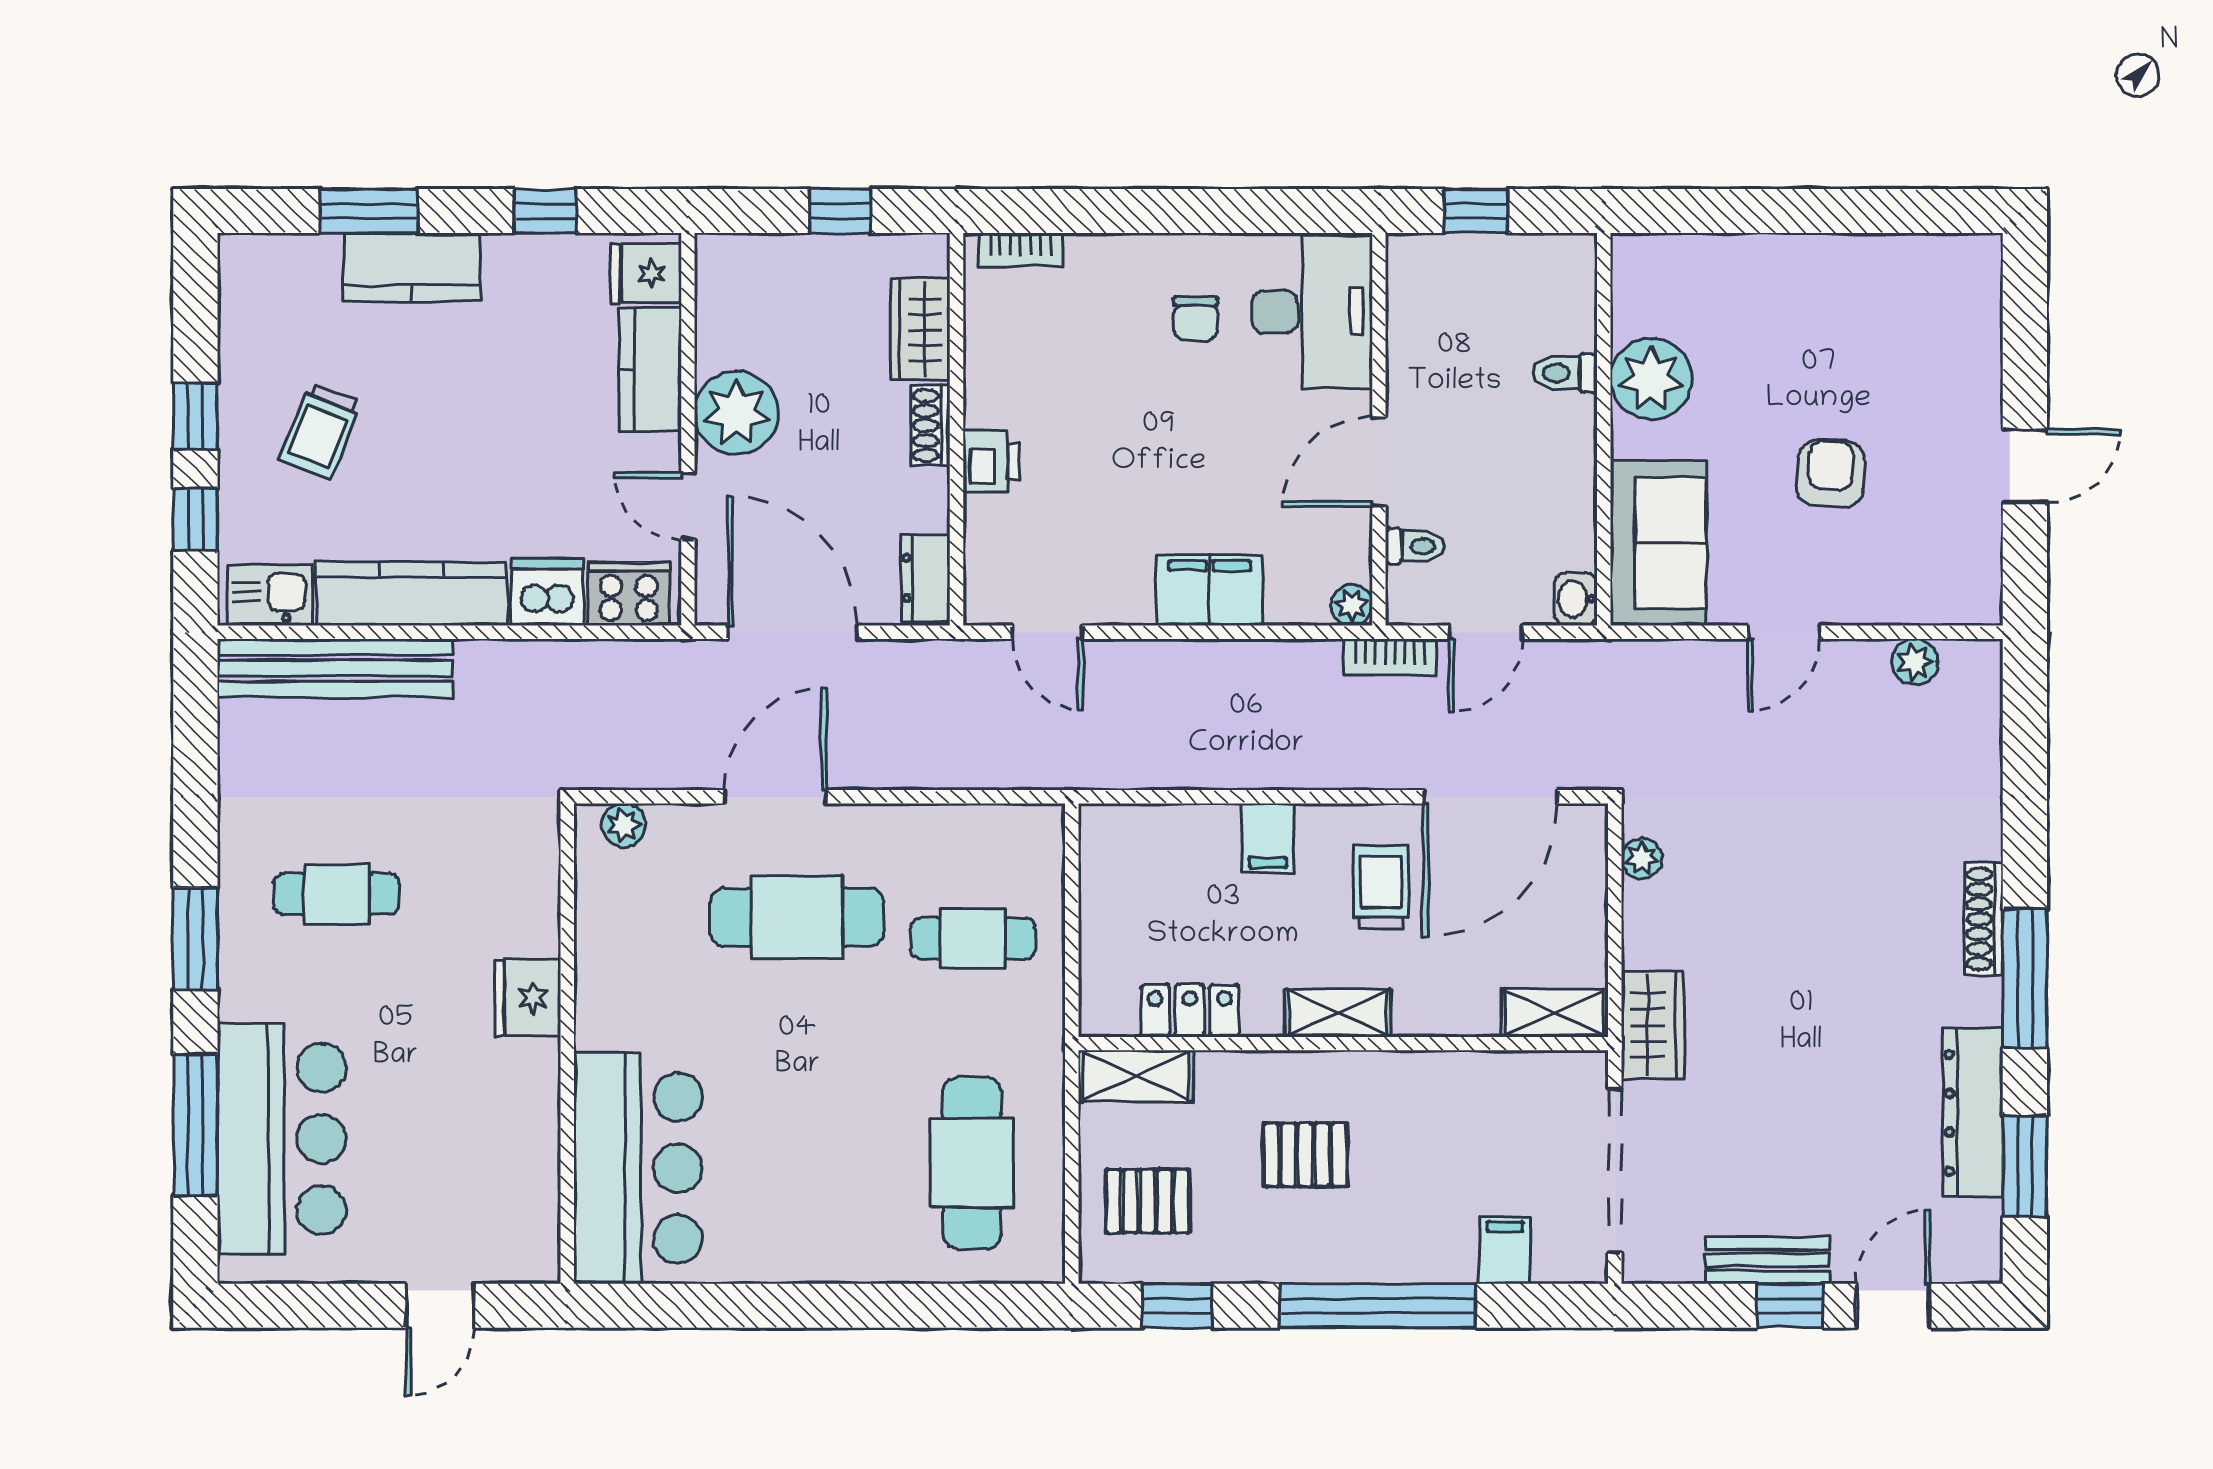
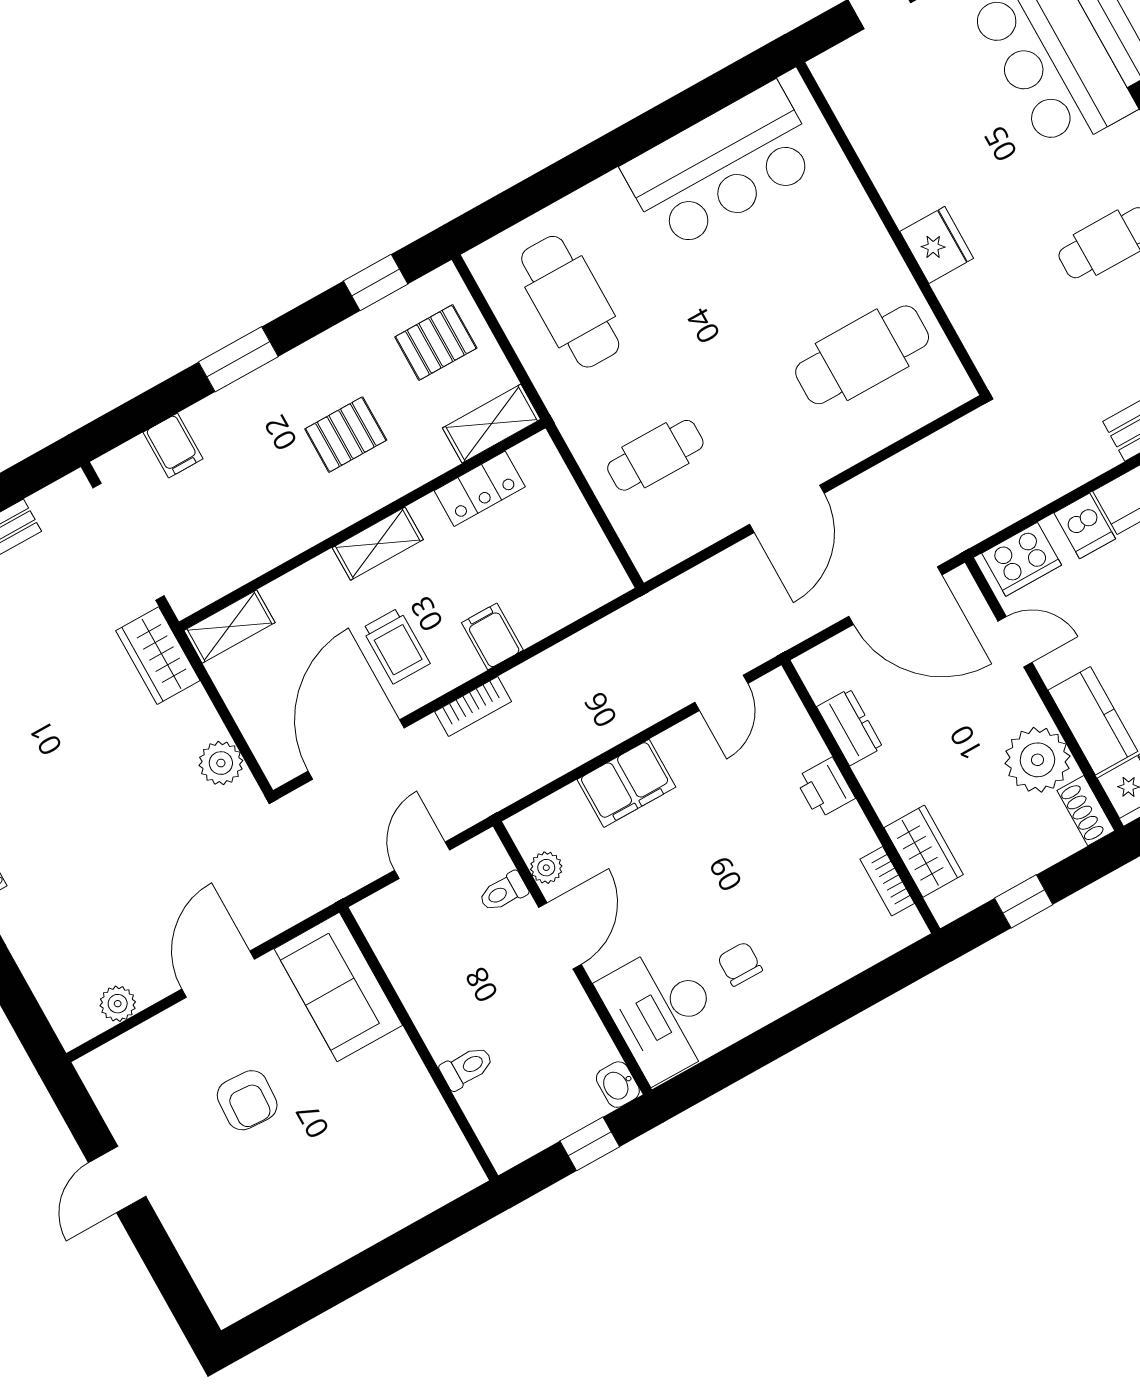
bookcase: (1020, 250) -> (887, 881), moved, turned -90
plant: (1651, 379) -> (406, 1096), removed
plant: (736, 413) -> (1037, 760), moved
shoe rack: (930, 426) -> (1086, 811), moved, turned 180
dresser: (925, 578) -> (850, 727), moved
dishwasher: (548, 592) -> (1085, 526), width x0.73
washbasin: (1576, 599) -> (618, 1085), moved, turned 180
plant: (1352, 605) -> (546, 868), moved
door: (1047, 632) -> (721, 693), swing flipped
door: (1784, 632) -> (218, 974), width x1.38
bookcase: (1390, 657) -> (473, 707), moved, turned 180
door: (776, 797) -> (787, 509), moved
plant: (624, 825) -> (937, 399), removed
plant: (1642, 858) -> (221, 763), width x1.38, depth x1.38
cafe table: (797, 917) -> (862, 355), moved
bar counter: (638, 1168) -> (722, 166), moved, turned -90
window: (1378, 1306) -> (238, 359), width x0.47

